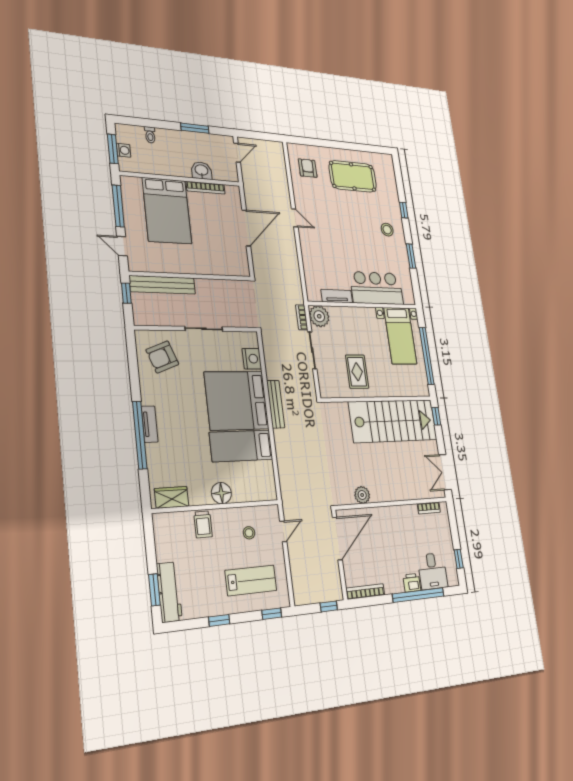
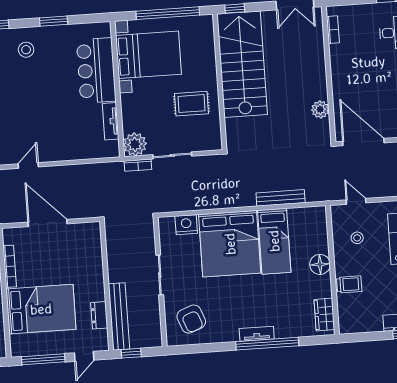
dresser: (163, 266) -> (99, 315), added
bed with nightstands: (400, 336) -> (148, 55), width x1.36
bench: (276, 404) -> (281, 198), moved

